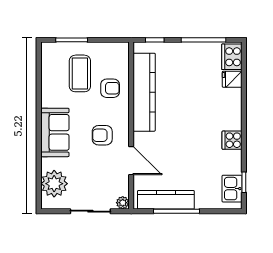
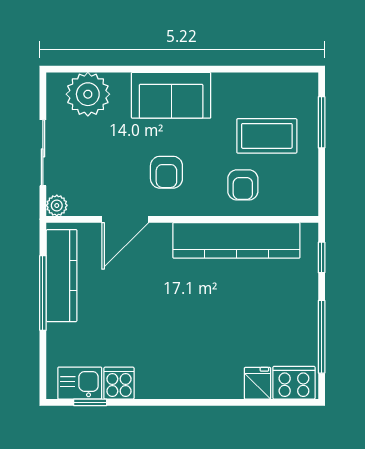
armchair: (102, 135) -> (166, 172), turned 180
cooker: (232, 140) -> (119, 383), moved

